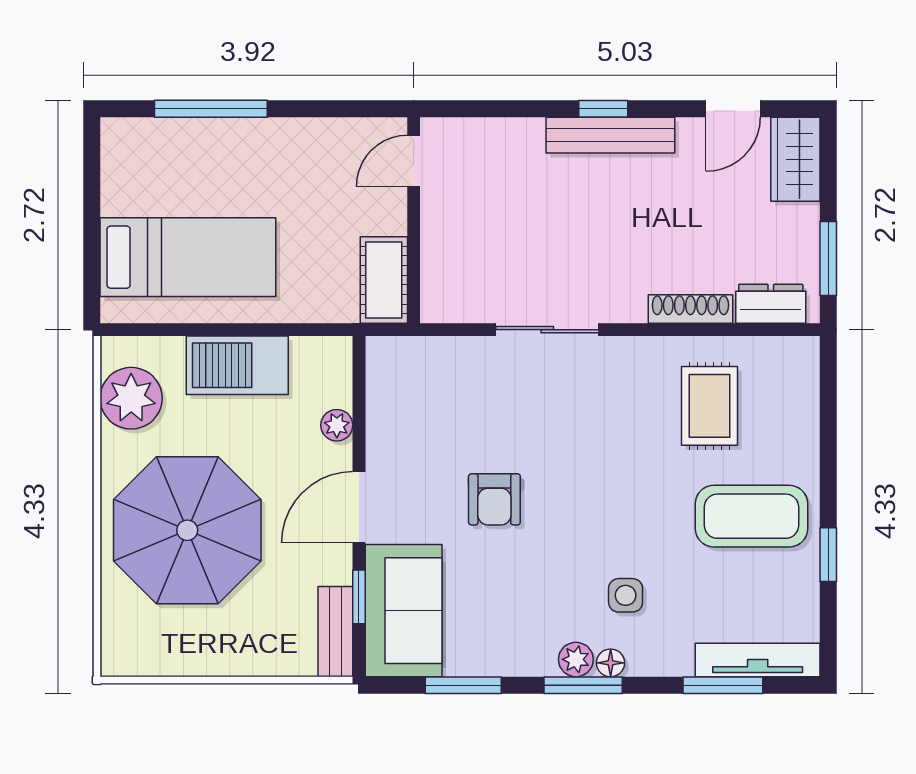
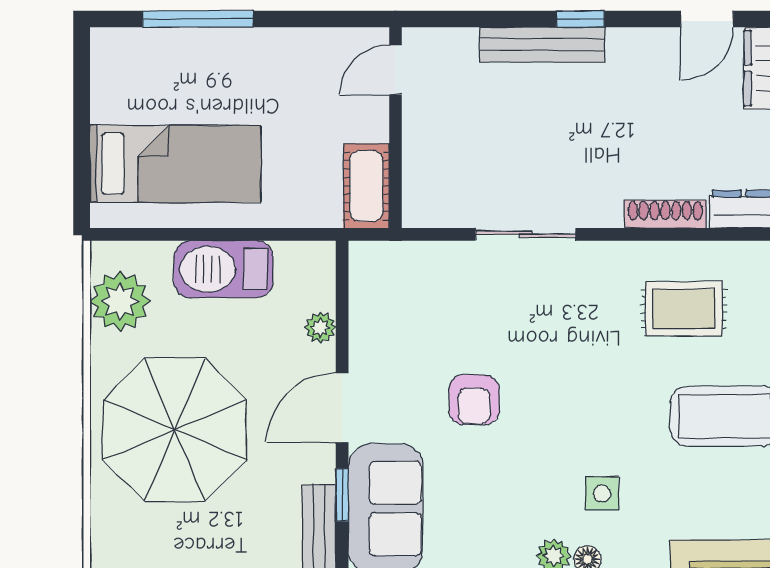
bench: (610, 135) -> (542, 45), moved
rug: (709, 406) -> (684, 309), turned 90

